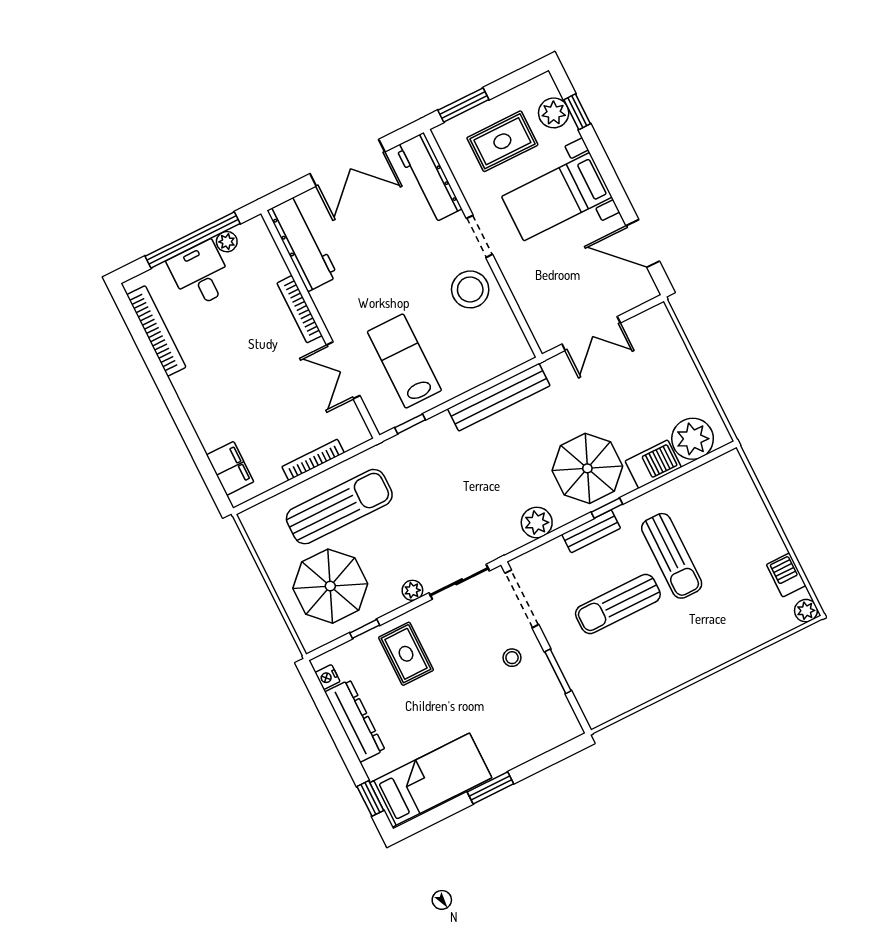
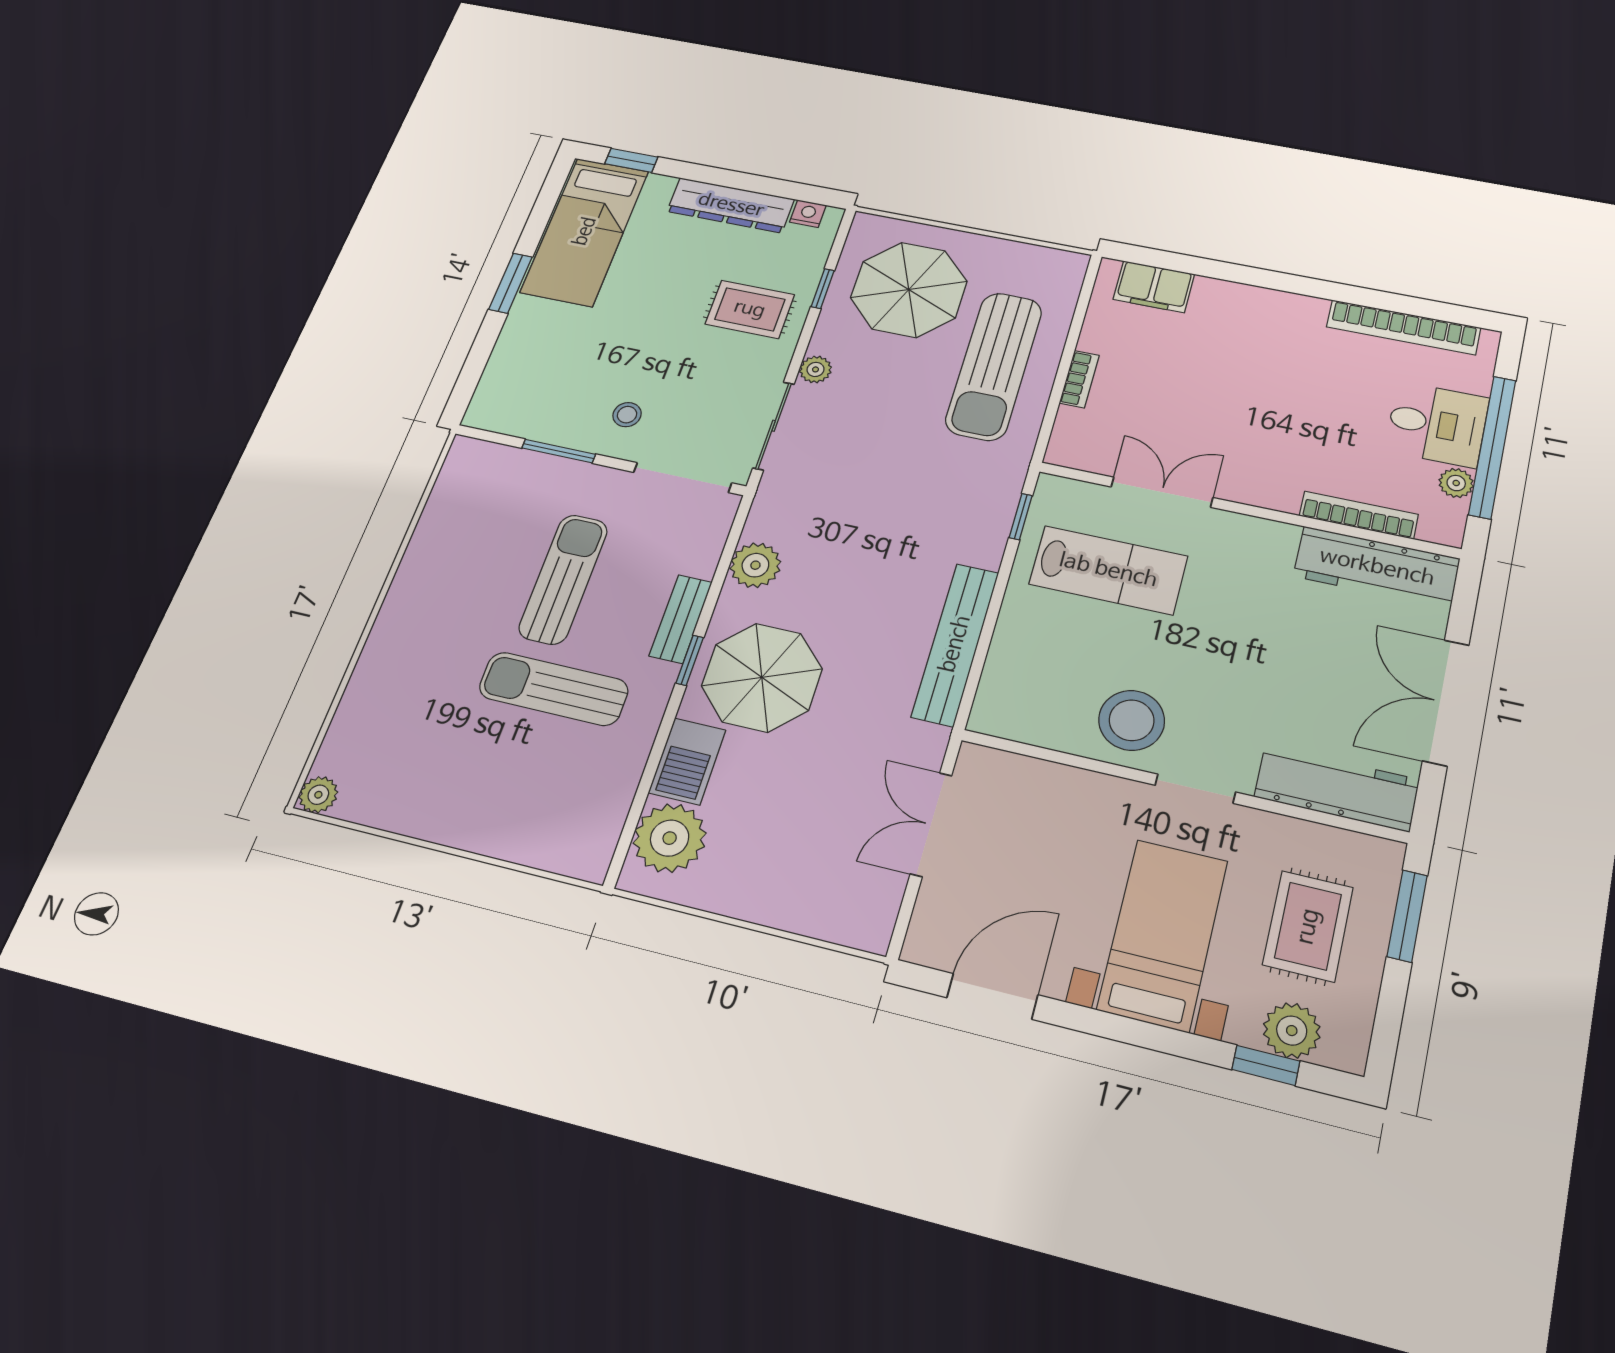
bookcase: (300, 309) -> (1359, 515), moved
bookcase: (313, 460) -> (1079, 379), width x0.64
barbecue: (786, 575) -> (385, 808), removed

